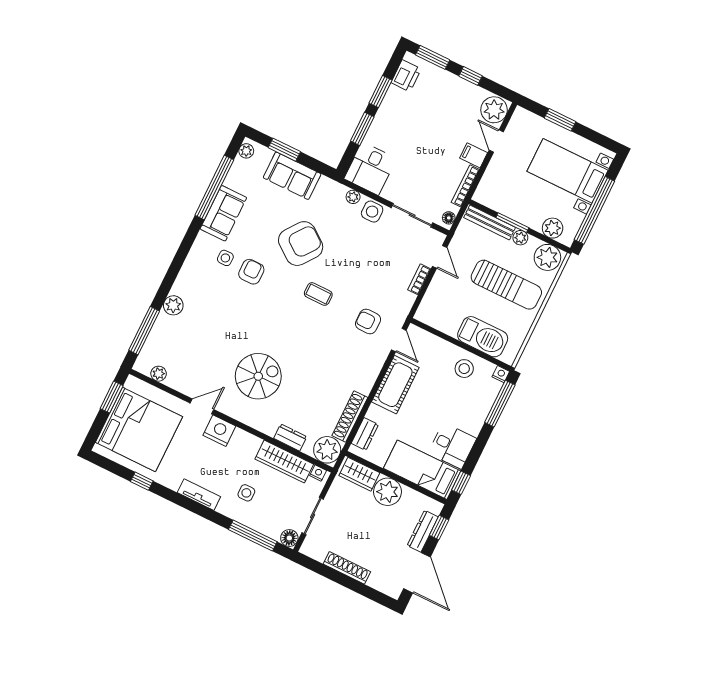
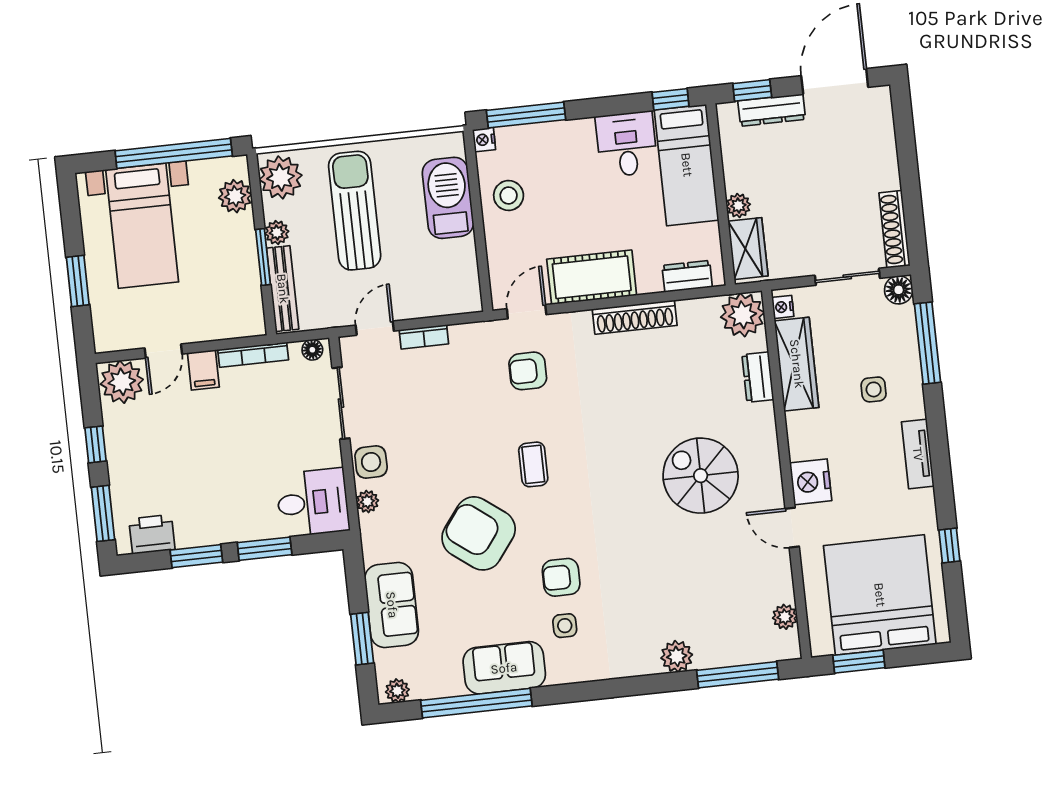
armchair: (368, 321) -> (528, 371), turned 90
shoe rack: (350, 416) -> (635, 317), moved
plant: (388, 492) -> (738, 205), width x0.53, depth x0.53
shoe rack: (347, 568) -> (894, 229), moved

